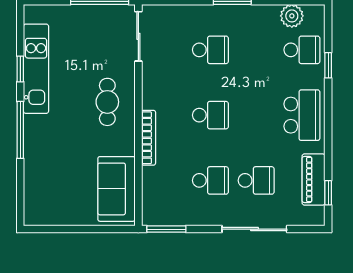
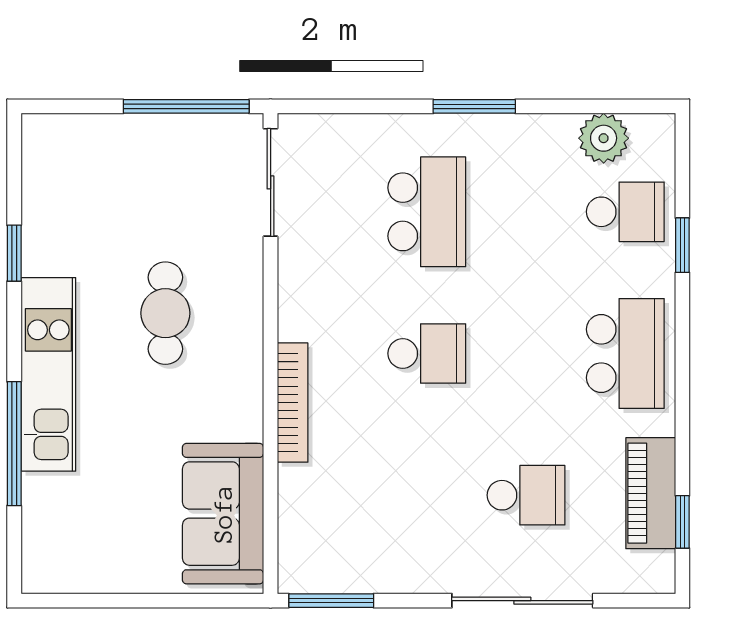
school desk: (210, 50) -> (427, 212), width x1.85
kitchen unit: (36, 69) -> (48, 374), moved
cafe table: (107, 102) -> (165, 313), moved
window: (20, 130) -> (14, 444), moved
school desk: (210, 180) -> (427, 495), removed

